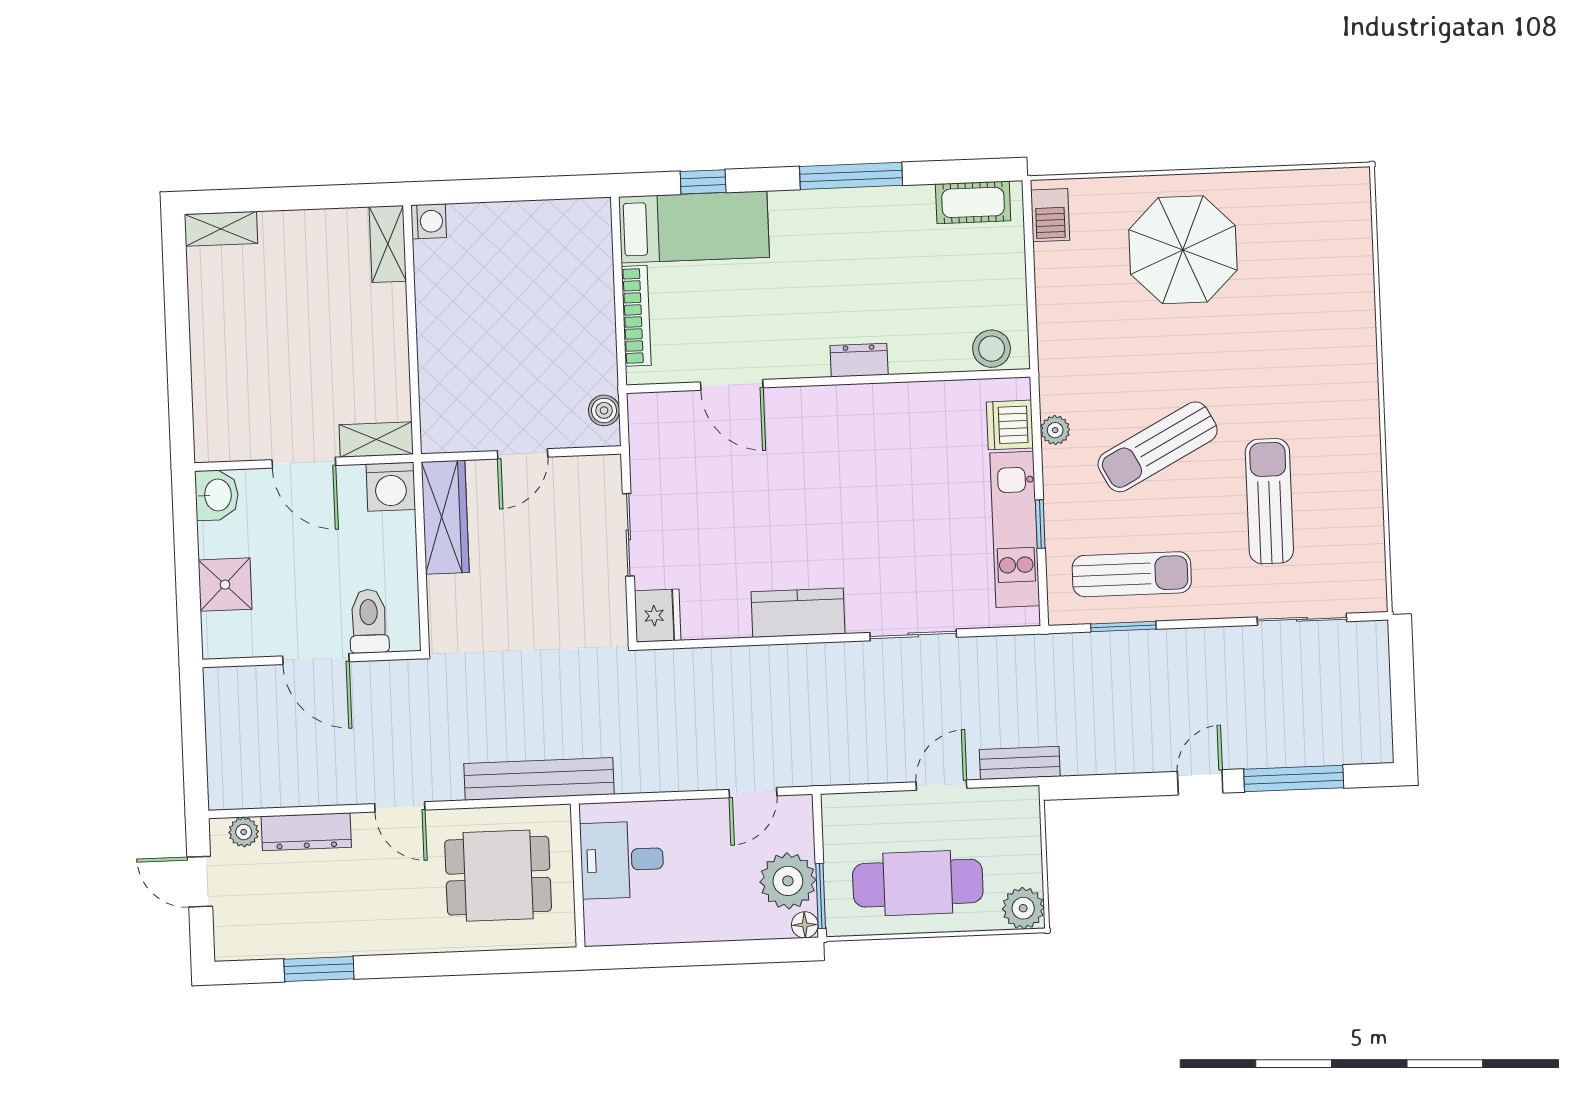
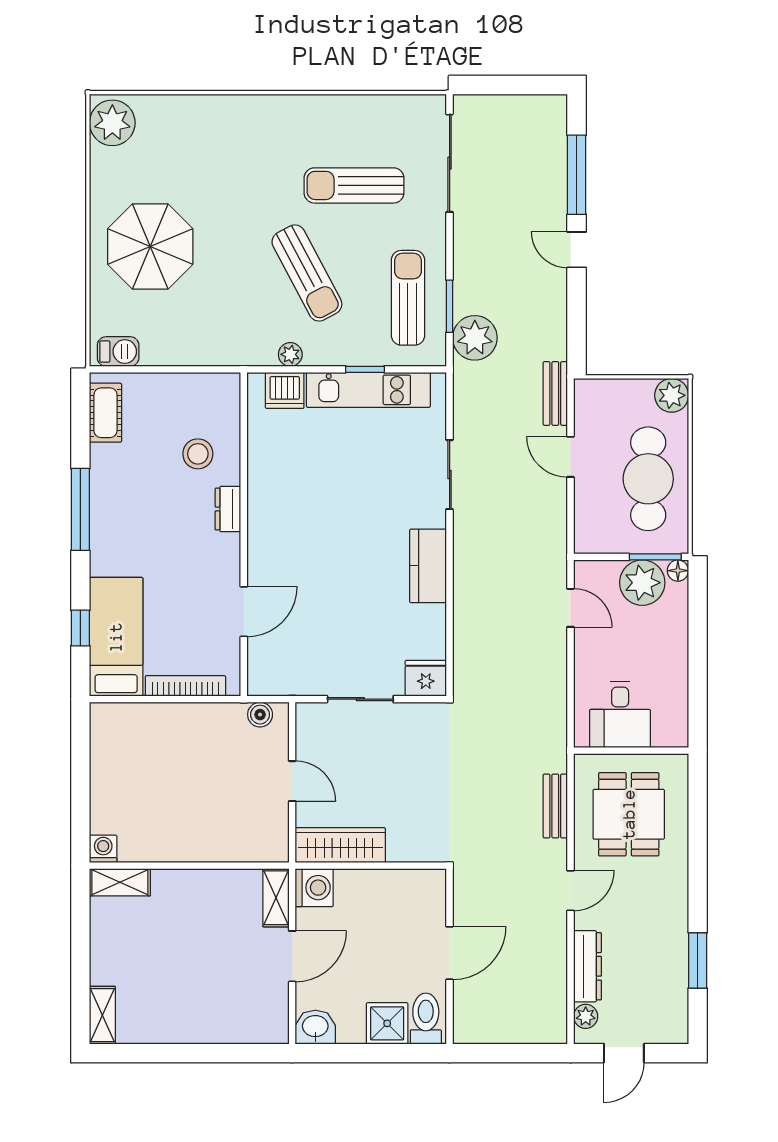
plant: (1335, 196) -> (112, 123), added
stool: (992, 349) -> (198, 454), moved
sliding door: (1302, 619) -> (450, 163), width x1.37
toilet: (369, 621) -> (426, 1019), moved, turned 90
plant: (1085, 660) -> (475, 338), added
bench: (539, 779) -> (555, 806), width x0.54, depth x0.82

